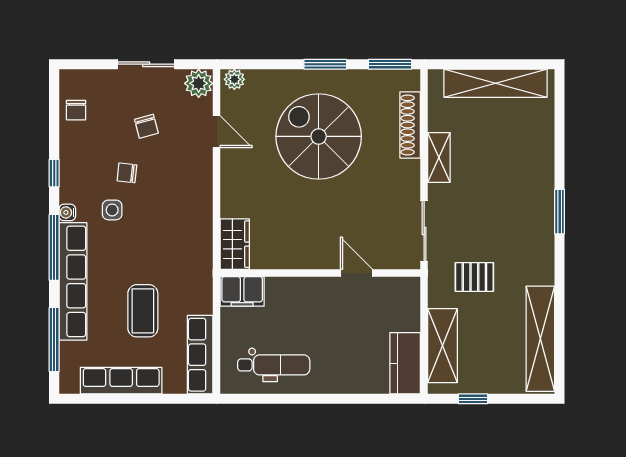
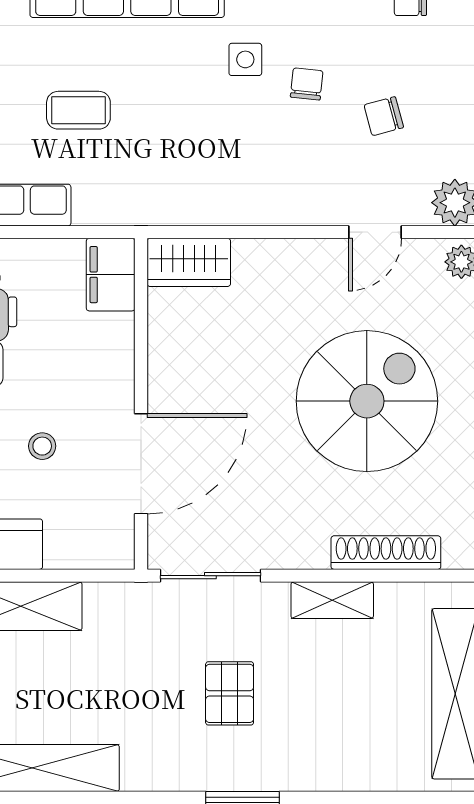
door: (357, 273) -> (141, 464), width x1.88
pallet: (474, 277) -> (230, 693), moved
coffee table: (143, 311) -> (78, 110), width x0.73, depth x0.77
stool: (346, 333) -> (42, 446), added

